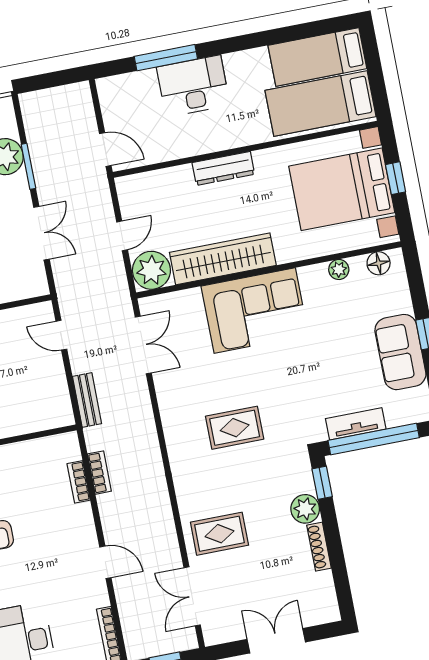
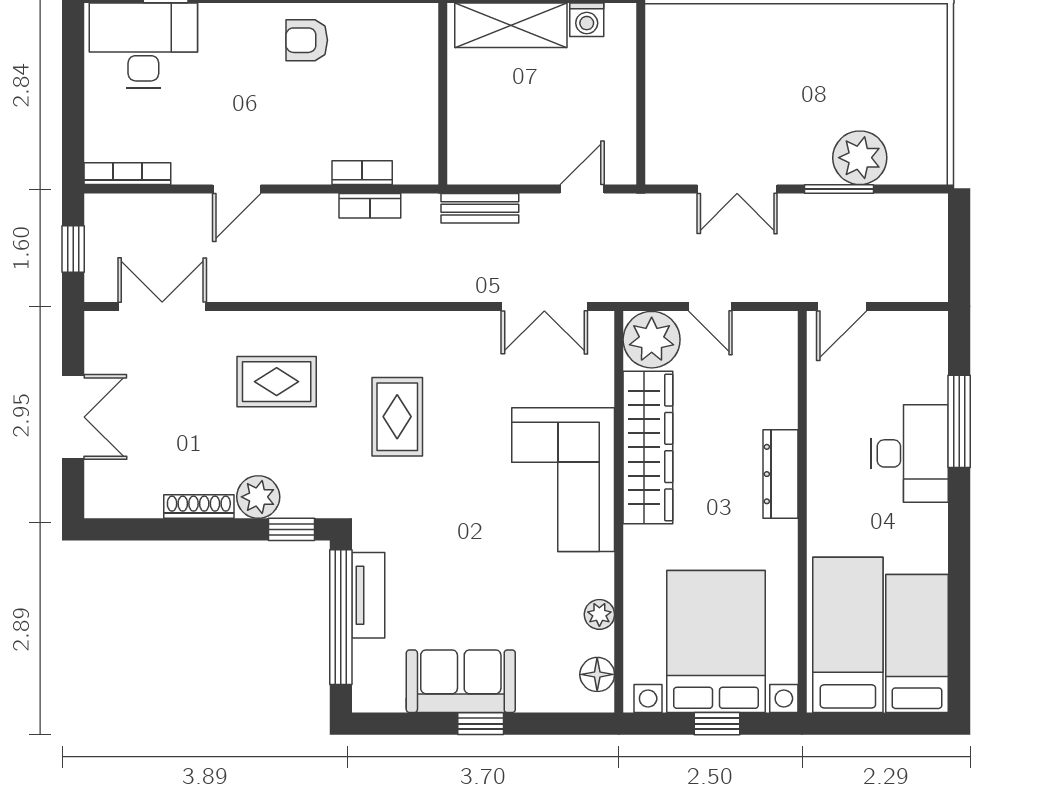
rug: (219, 534) -> (277, 382), moved, turned 90

